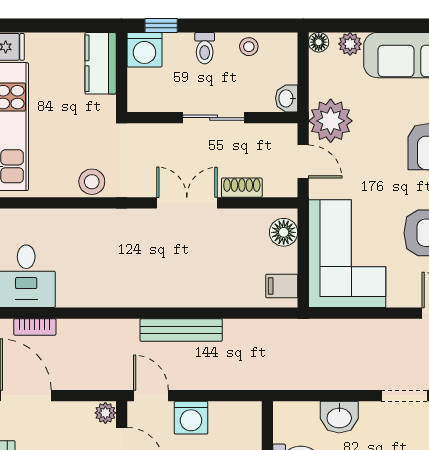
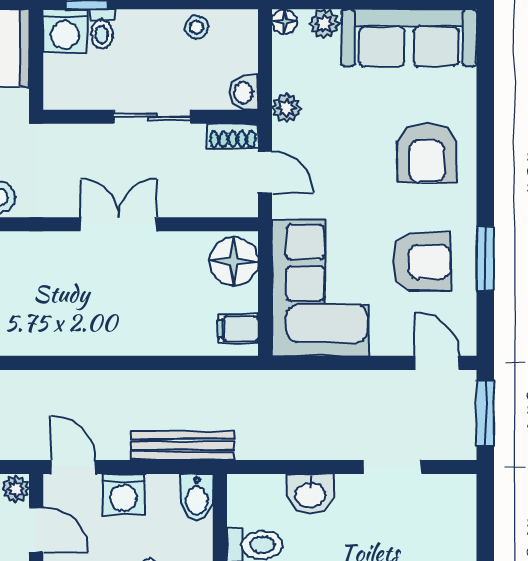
toilet: (205, 48) -> (102, 29), moved
plant: (331, 121) -> (287, 108), width x0.53, depth x0.53
shoe rack: (242, 188) -> (233, 136), moved, turned 180
floor lamp: (284, 232) -> (234, 261), width x1.38, depth x1.38
bench: (181, 330) -> (182, 446), moved
bidet: (249, 420) -> (197, 497), added

